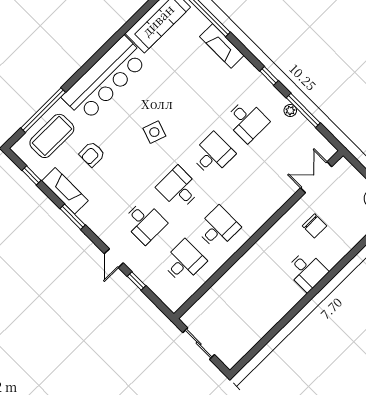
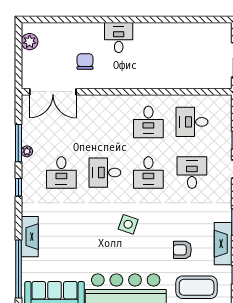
desk: (247, 121) -> (61, 173), turned 180
armchair: (92, 154) -> (182, 250), turned 180
double door: (316, 177) -> (53, 92), width x1.37
desk: (218, 228) -> (148, 122), turned -90

